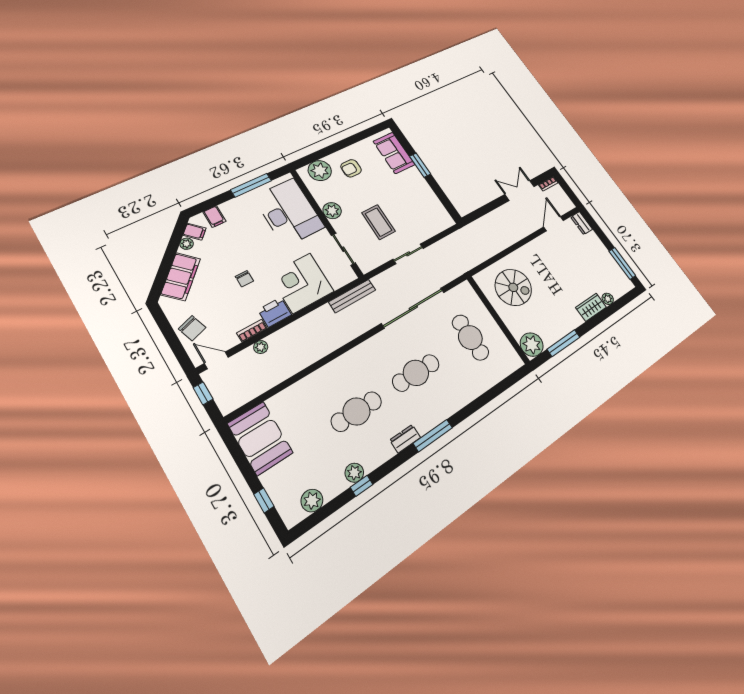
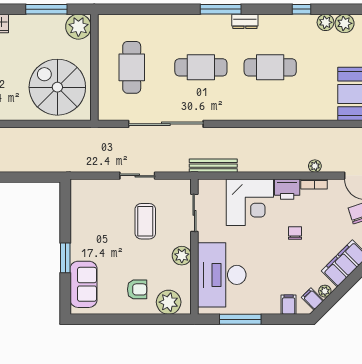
spiral stairs: (513, 287) -> (57, 87), width x1.37, depth x1.37
plant: (354, 473) -> (326, 22), moved

